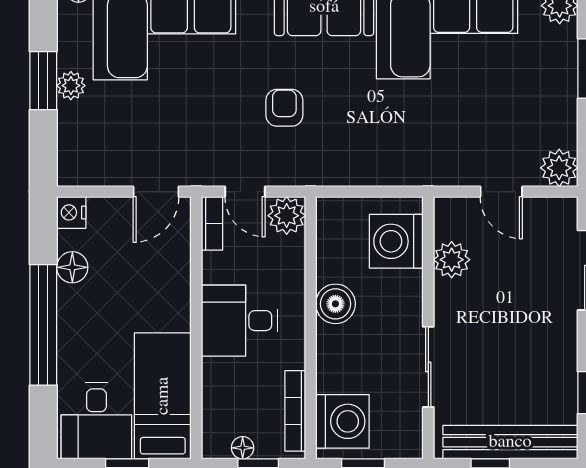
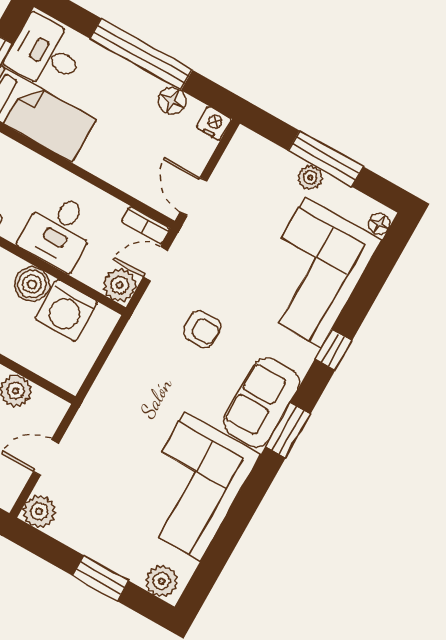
window: (43, 81) -> (326, 159), width x1.44
washing machine: (396, 241) -> (66, 311), moved, turned 180
desk: (240, 321) -> (59, 231), moved, turned 180

